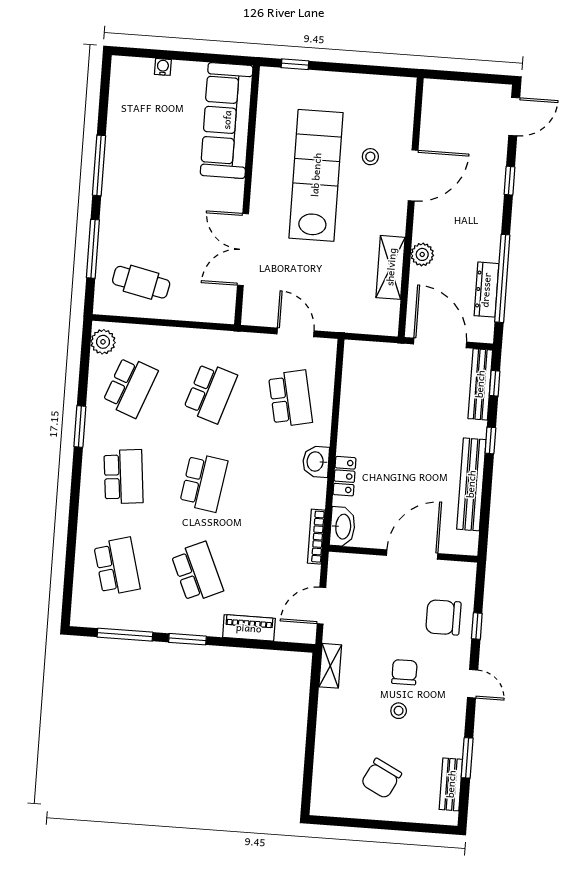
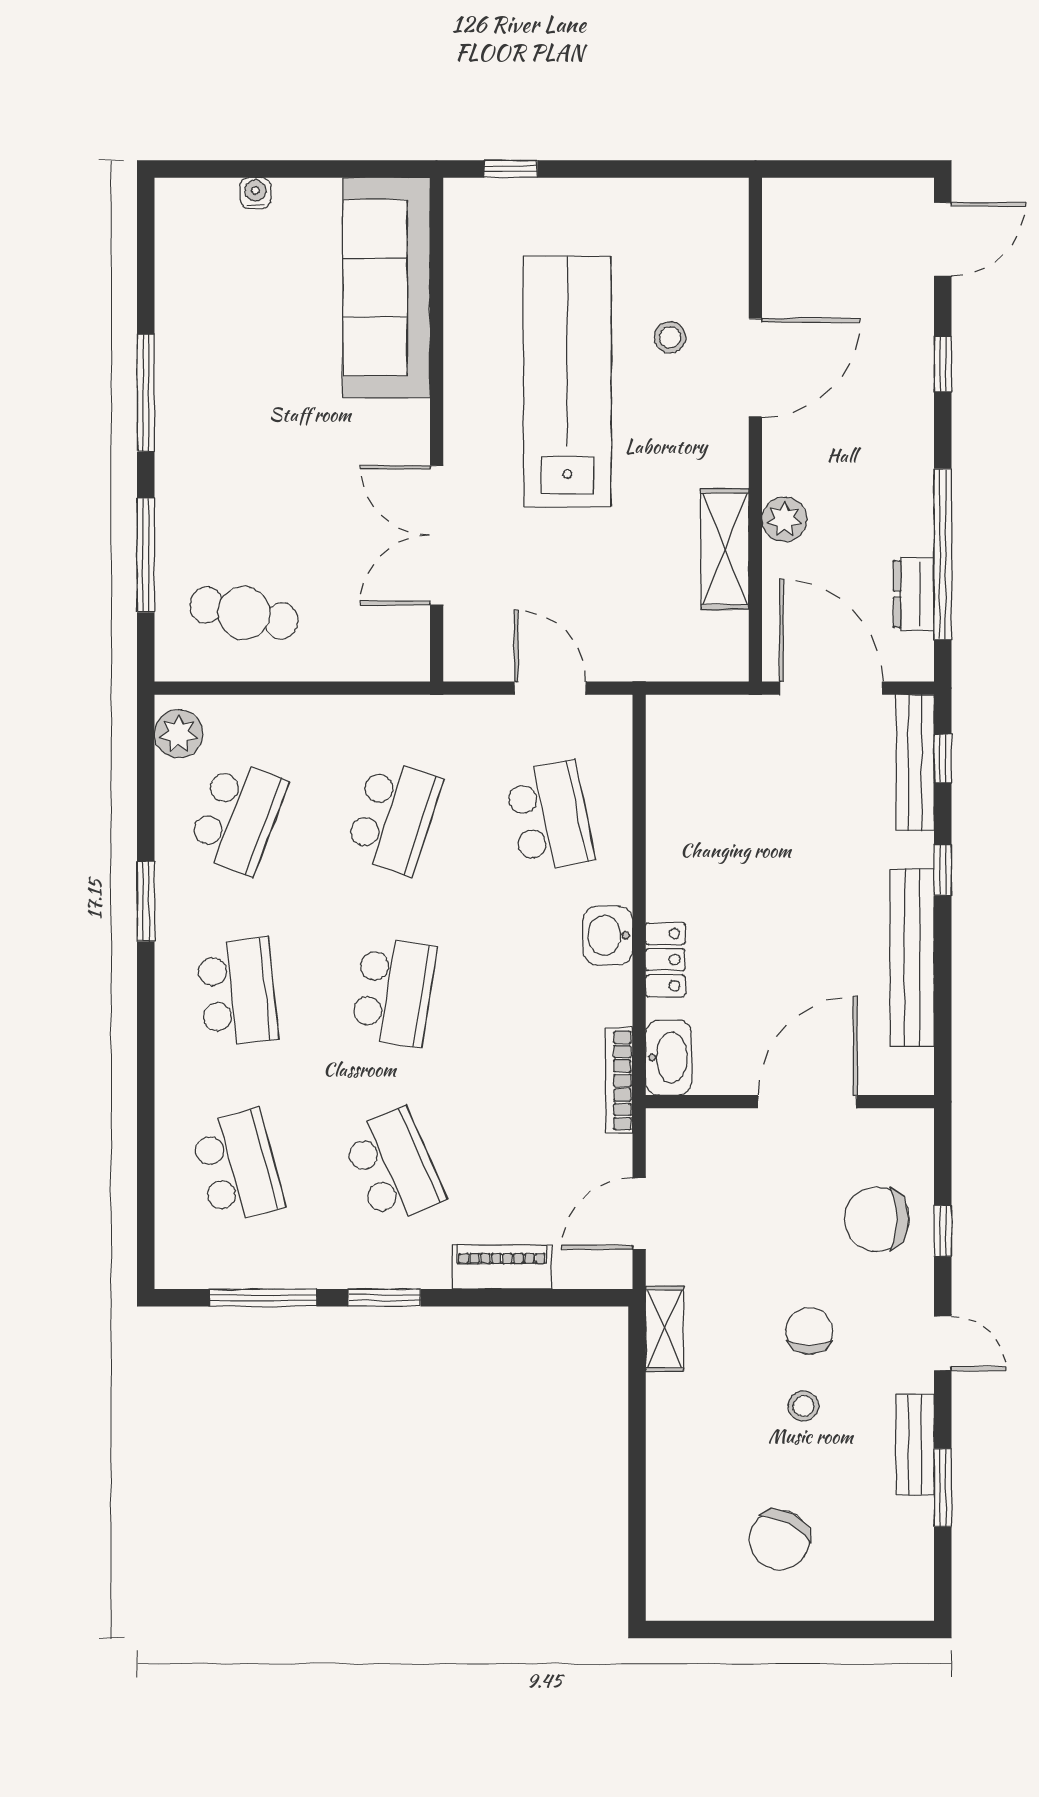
dresser: (486, 290) -> (914, 594), width x0.70
bench: (451, 784) -> (915, 1445), moved

